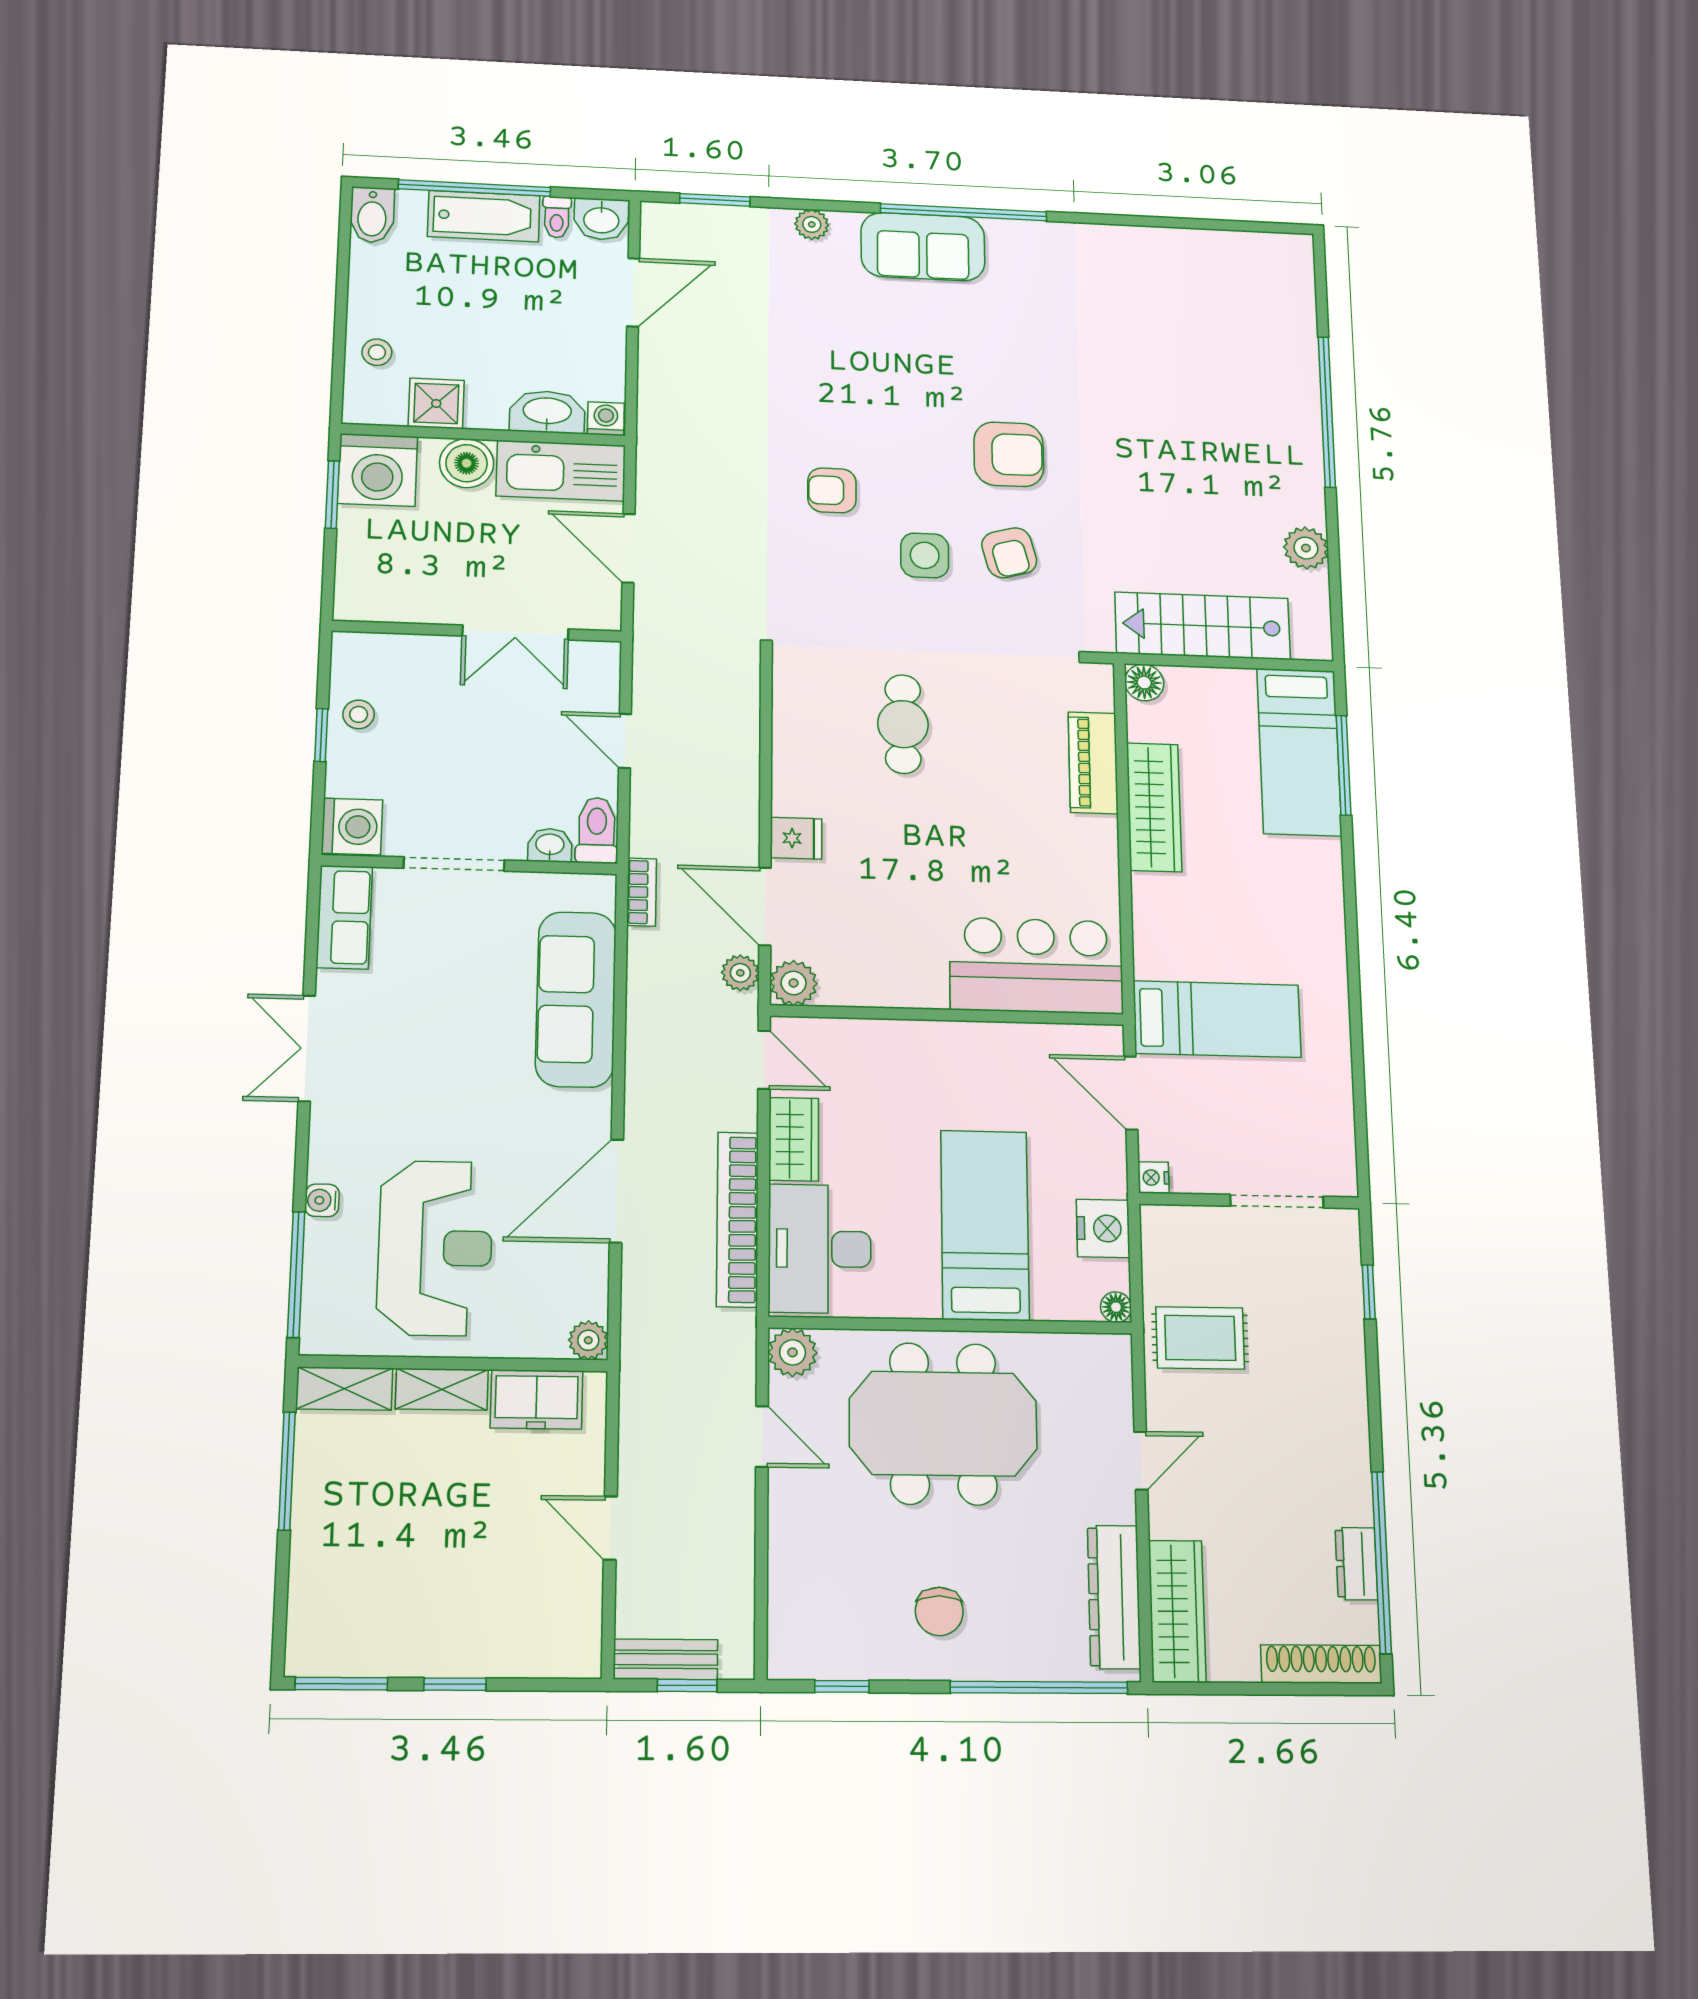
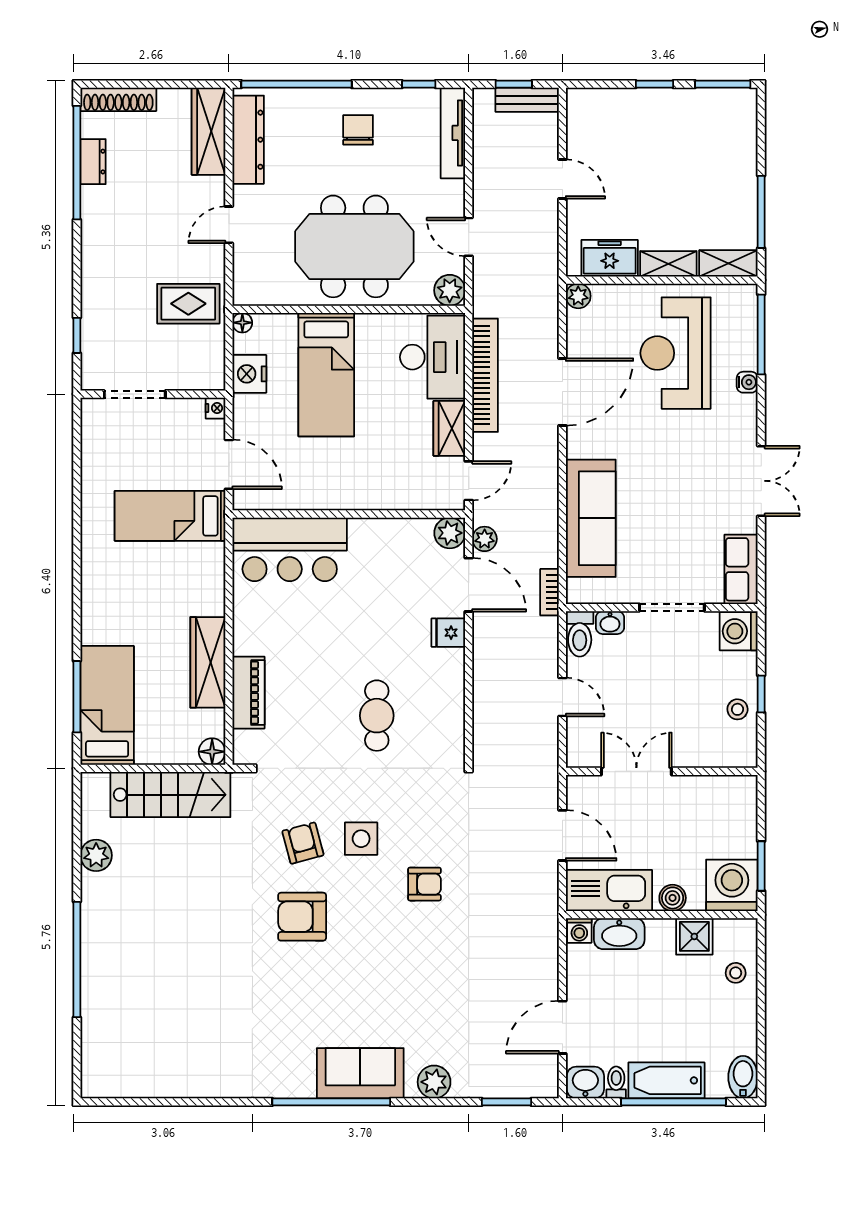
plant: (812, 224) -> (434, 1082), width x1.38, depth x1.38
boiler: (467, 463) -> (673, 898), width x0.73, depth x0.73
door: (764, 1060) -> (469, 481), swing flipped
tv unit: (787, 1605) -> (453, 133), added

